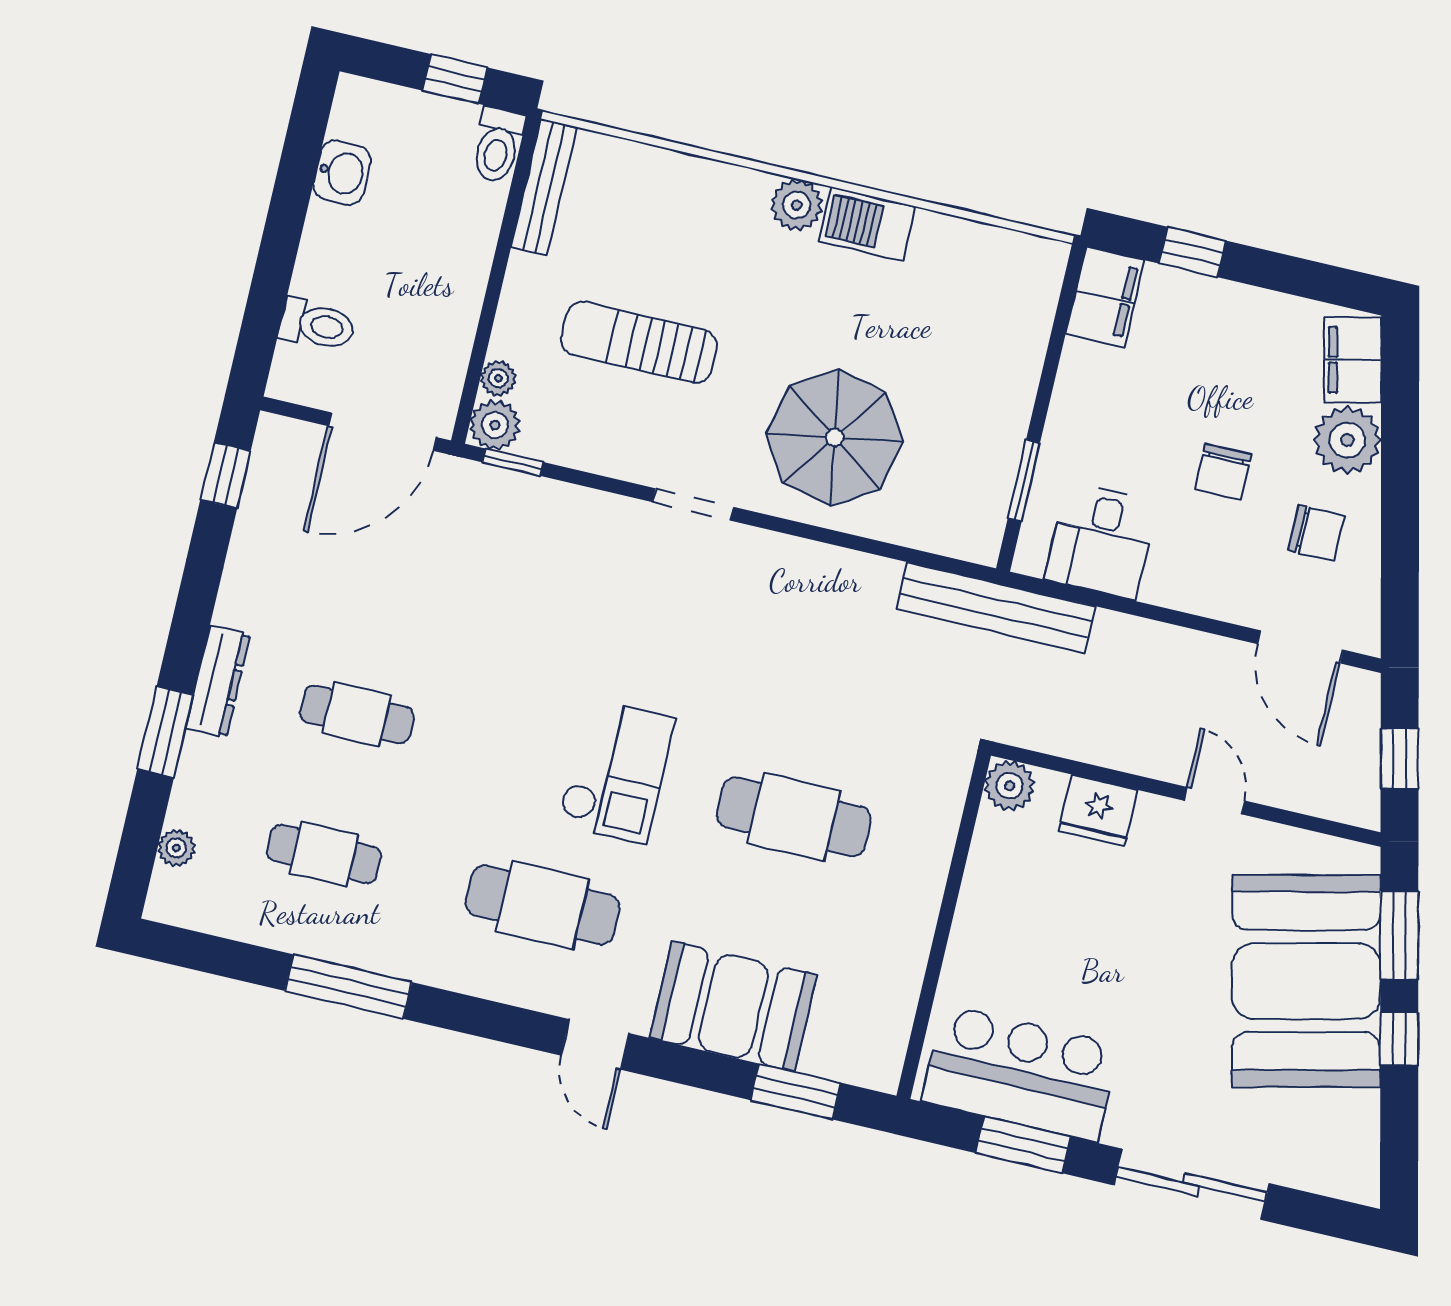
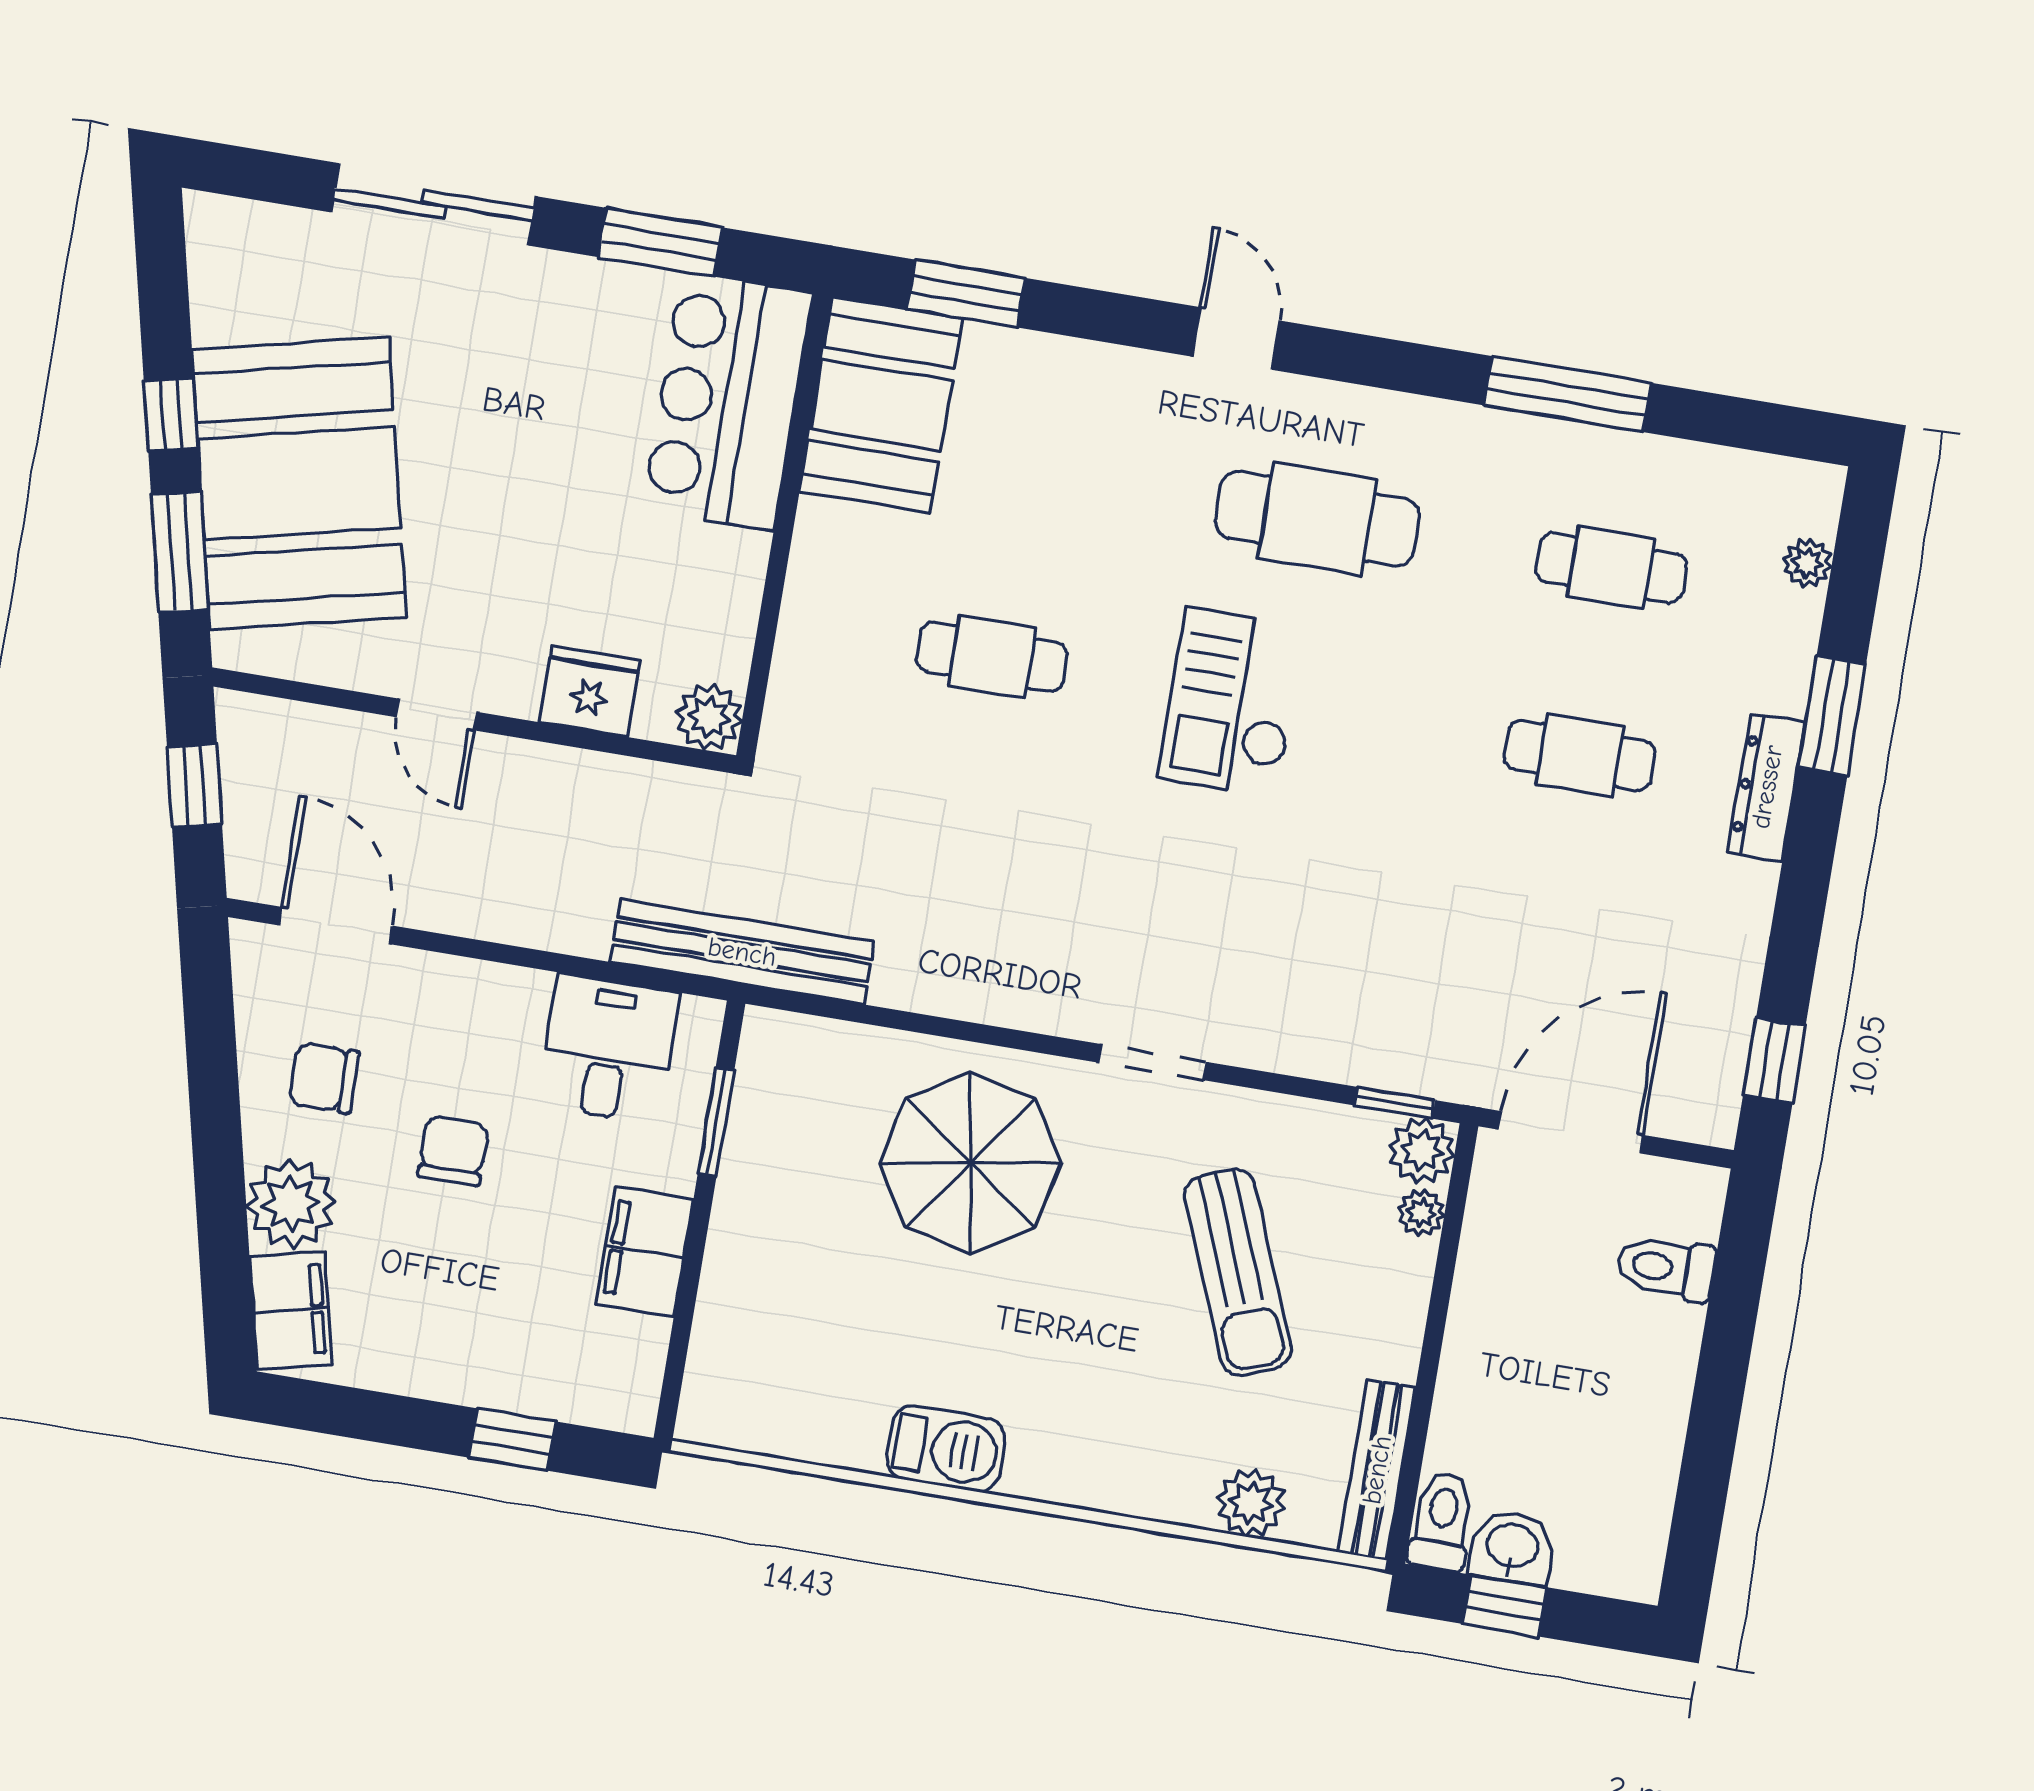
washbasin: (342, 173) -> (1512, 1547), moved, turned 90
plant: (797, 205) -> (1251, 1503), moved
filing cabinet: (1105, 297) -> (644, 1252), moved
sun lounger: (639, 342) -> (1238, 1272), turned 68
cafe table: (794, 817) -> (992, 657), width x0.73, depth x0.74
booth: (733, 1006) -> (881, 405), moved, turned 90
bar counter: (1020, 1073) -> (728, 401), moved, turned 90

